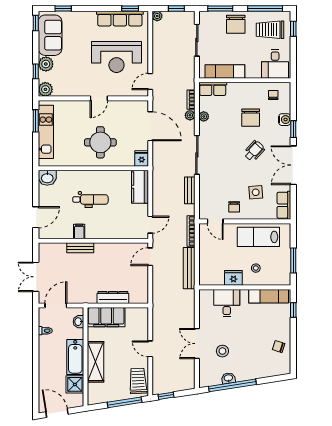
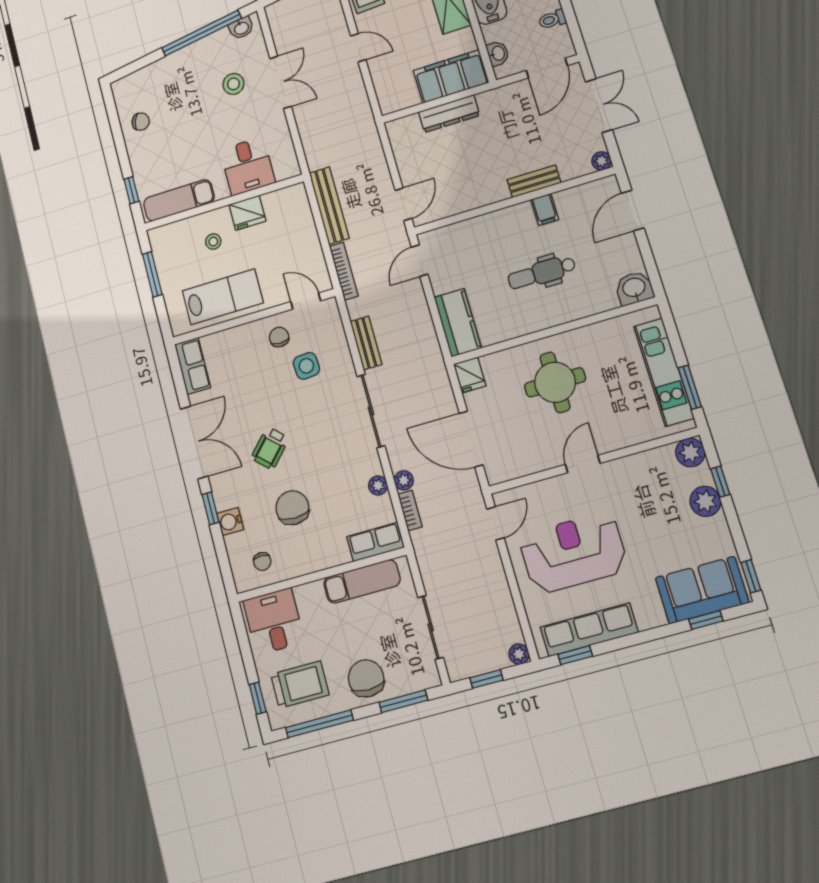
sofa: (50, 35) -> (702, 590), moved, turned 90
side table: (256, 192) -> (306, 366), moved
plant: (43, 248) -> (601, 161), added
washbasin: (228, 378) -> (241, 28), moved

